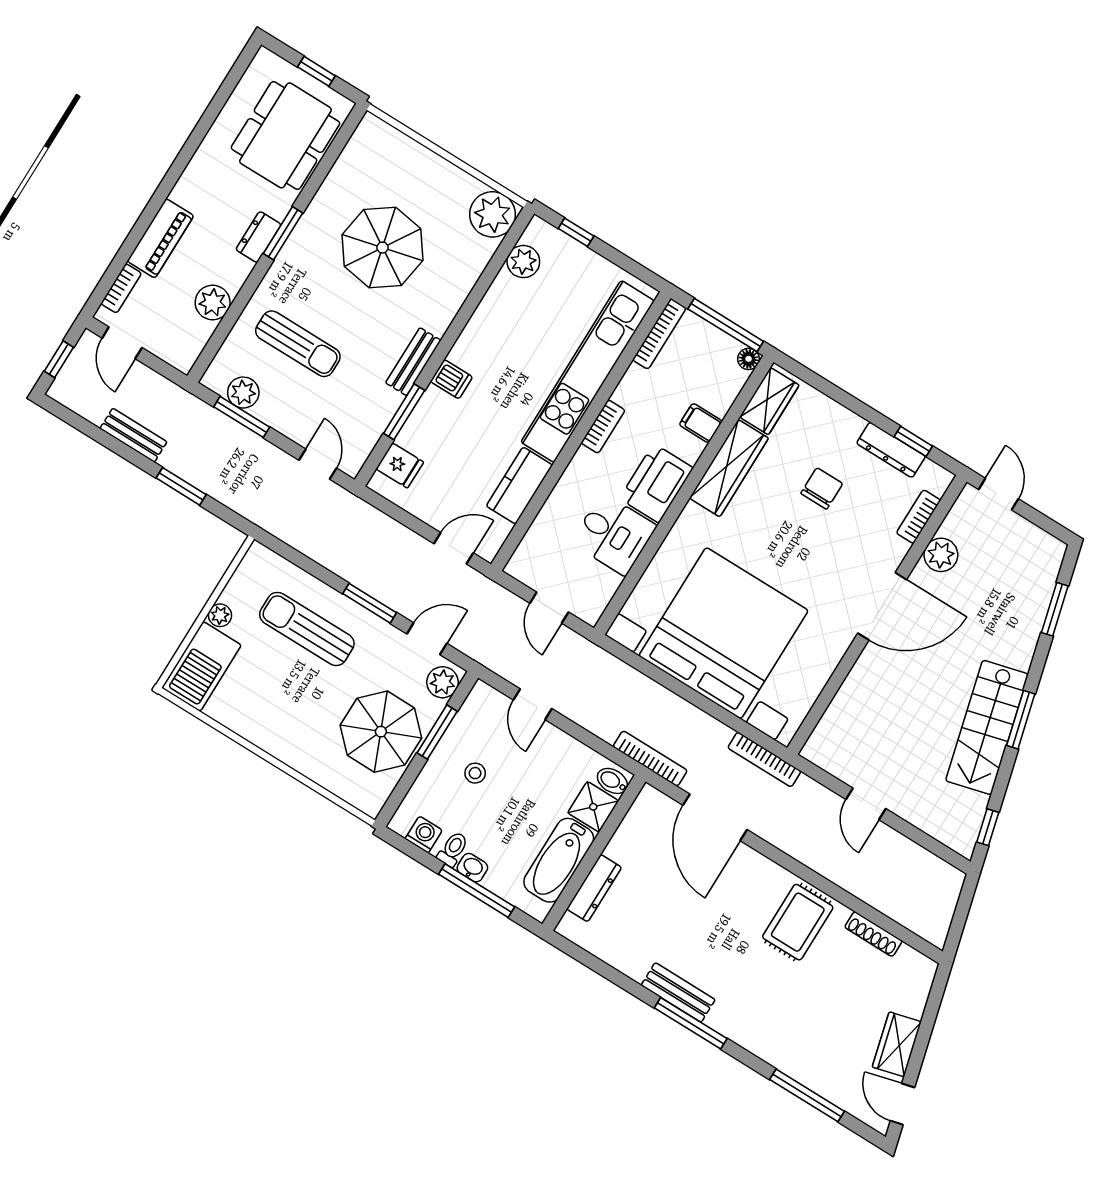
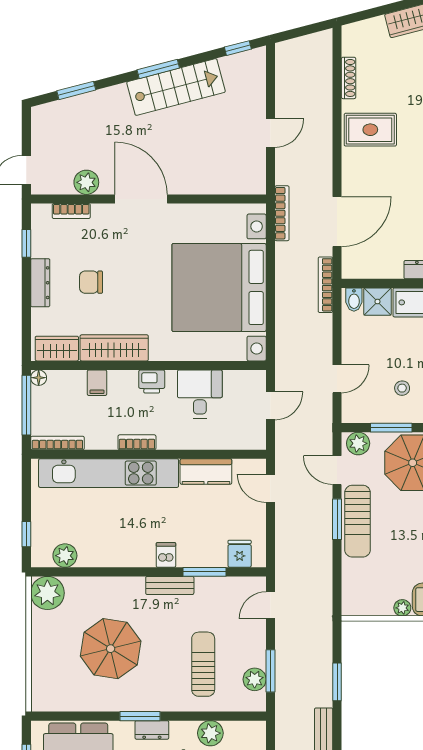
dresser: (891, 450) -> (40, 283), moved
printer: (656, 483) -> (152, 382), width x0.53, depth x0.68
sun lounger: (307, 629) -> (358, 521), moved

